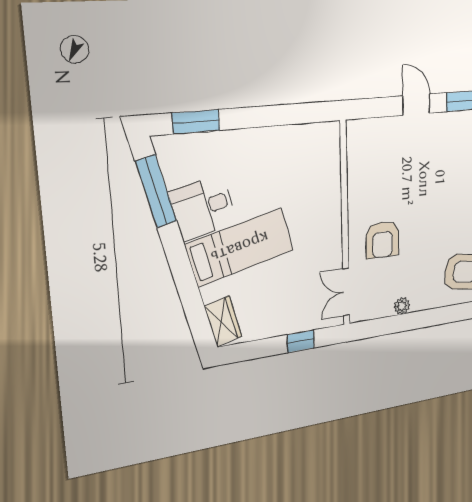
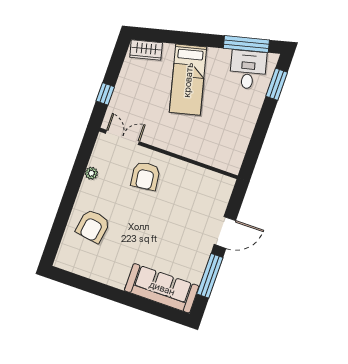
door: (416, 105) -> (225, 232), width x1.38
desk: (203, 208) -> (248, 70), moved
armchair: (382, 240) -> (145, 176), turned -97

